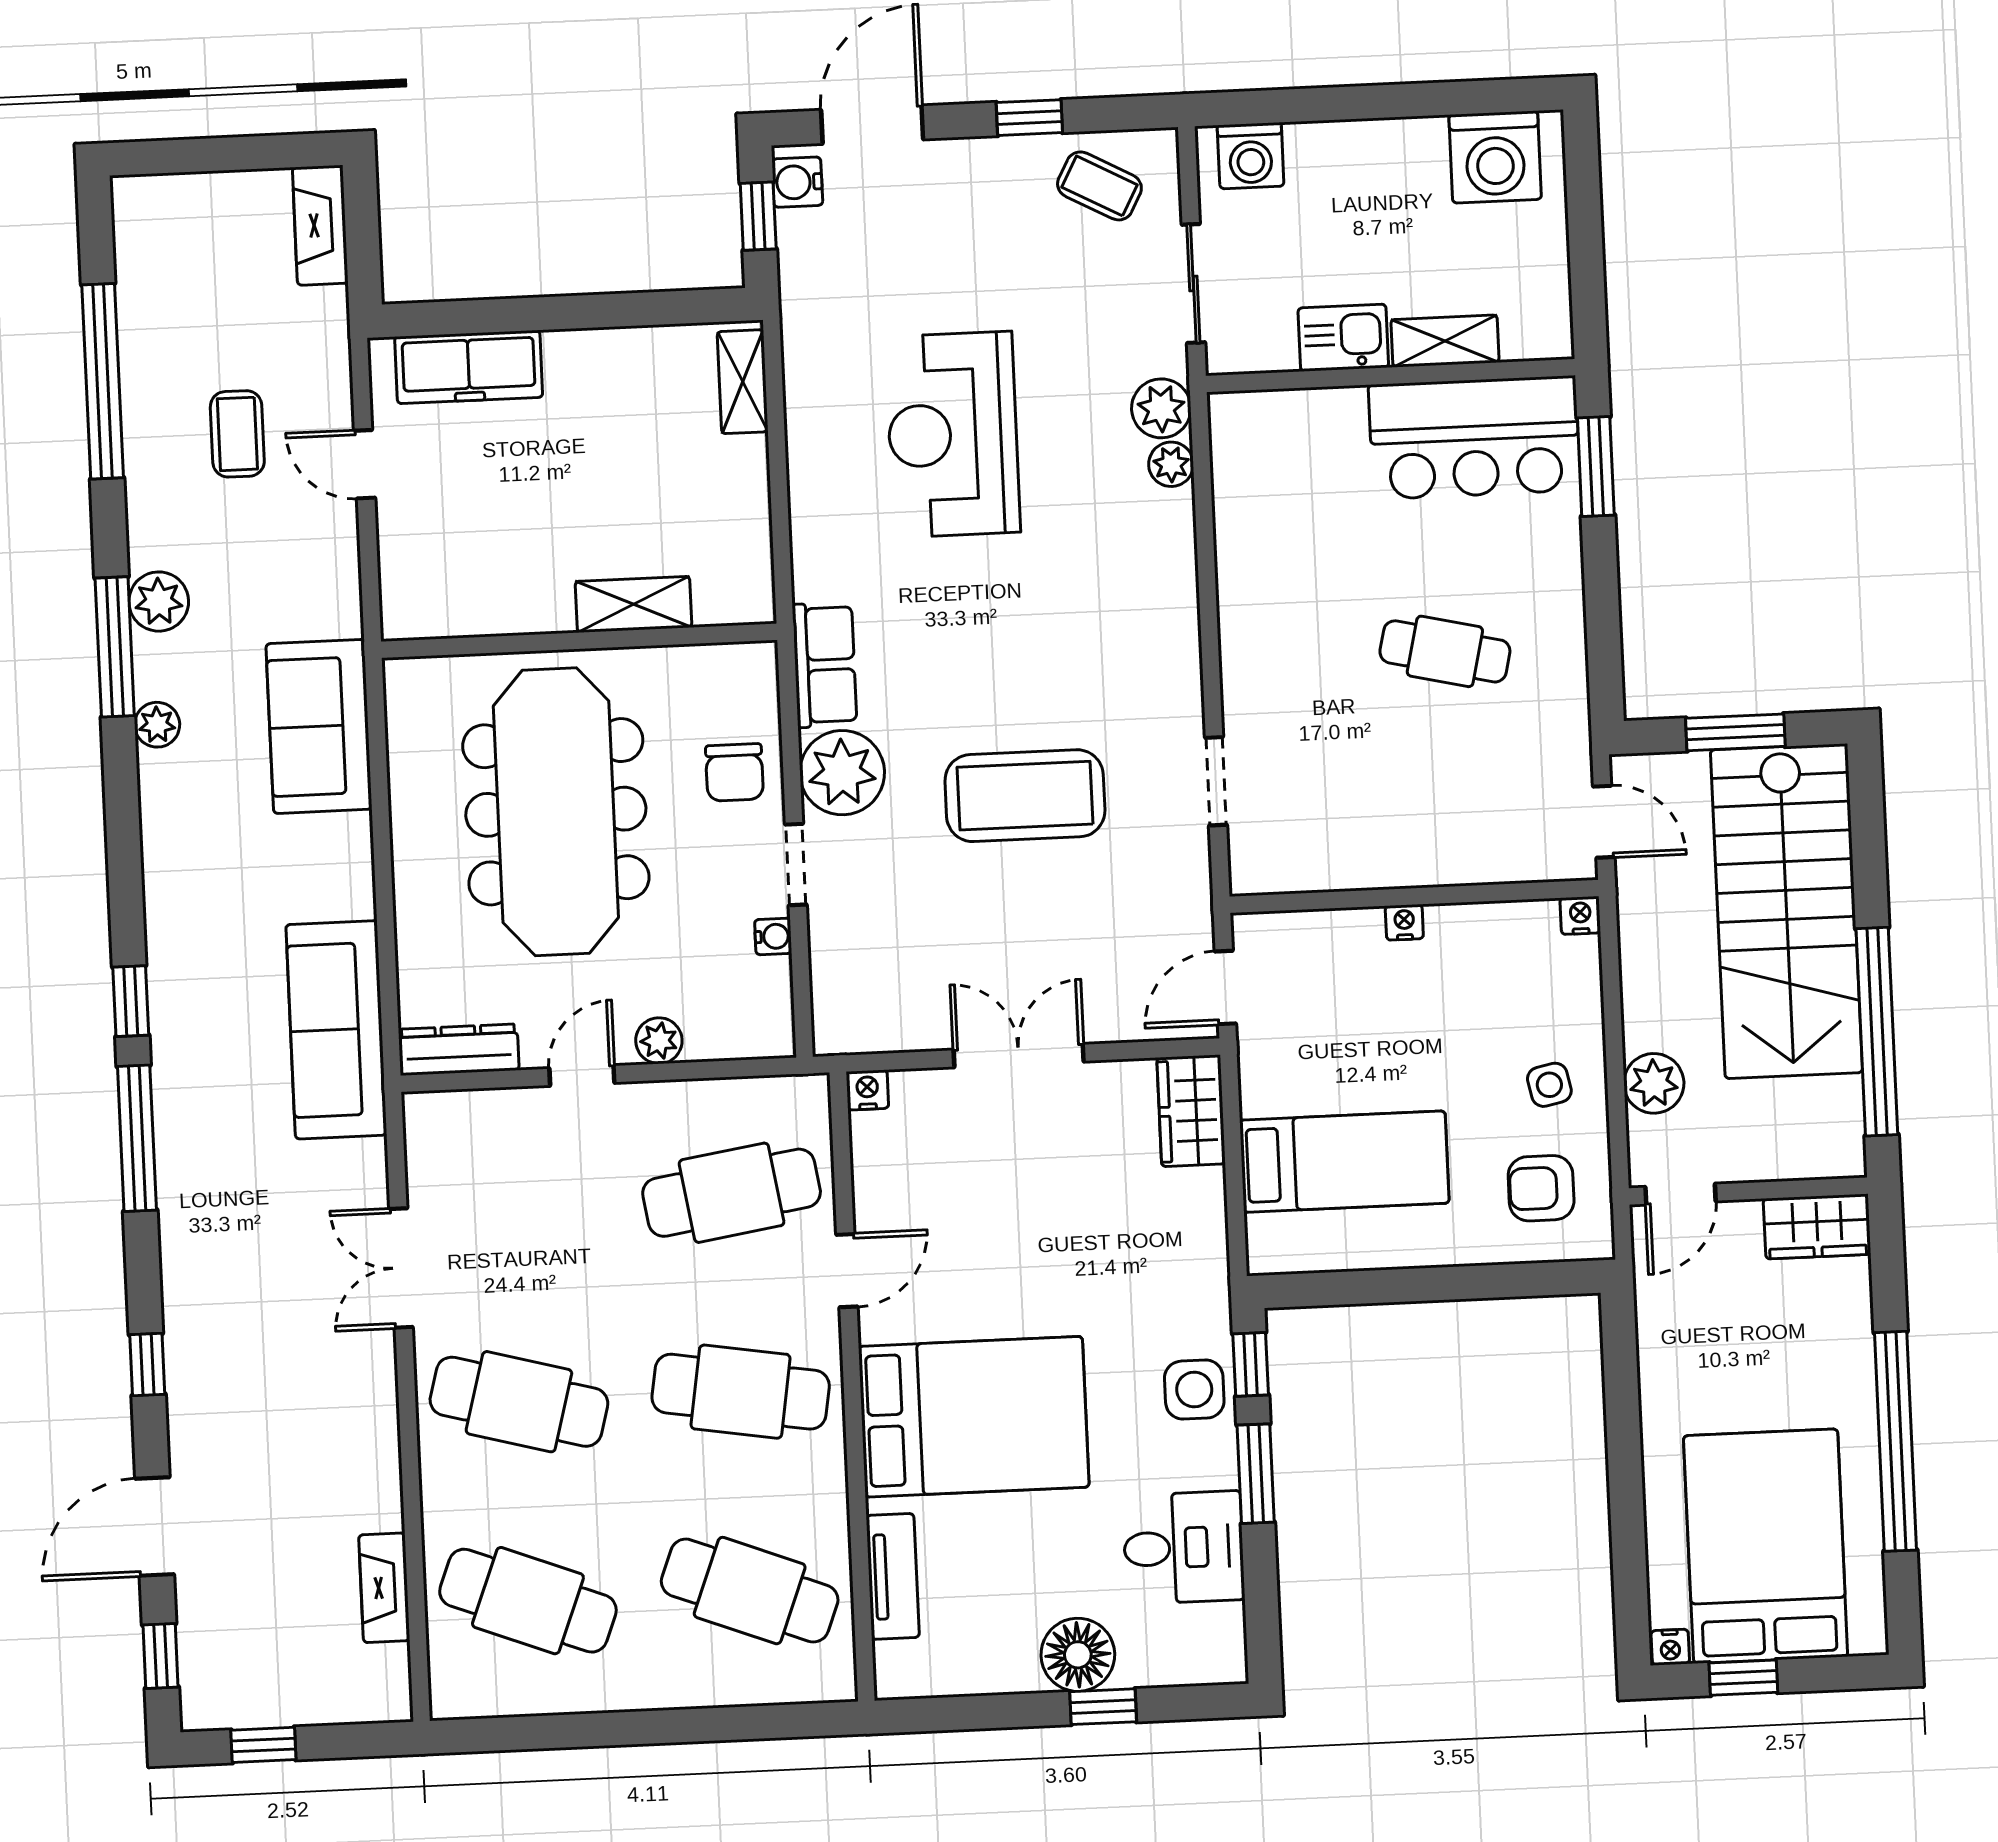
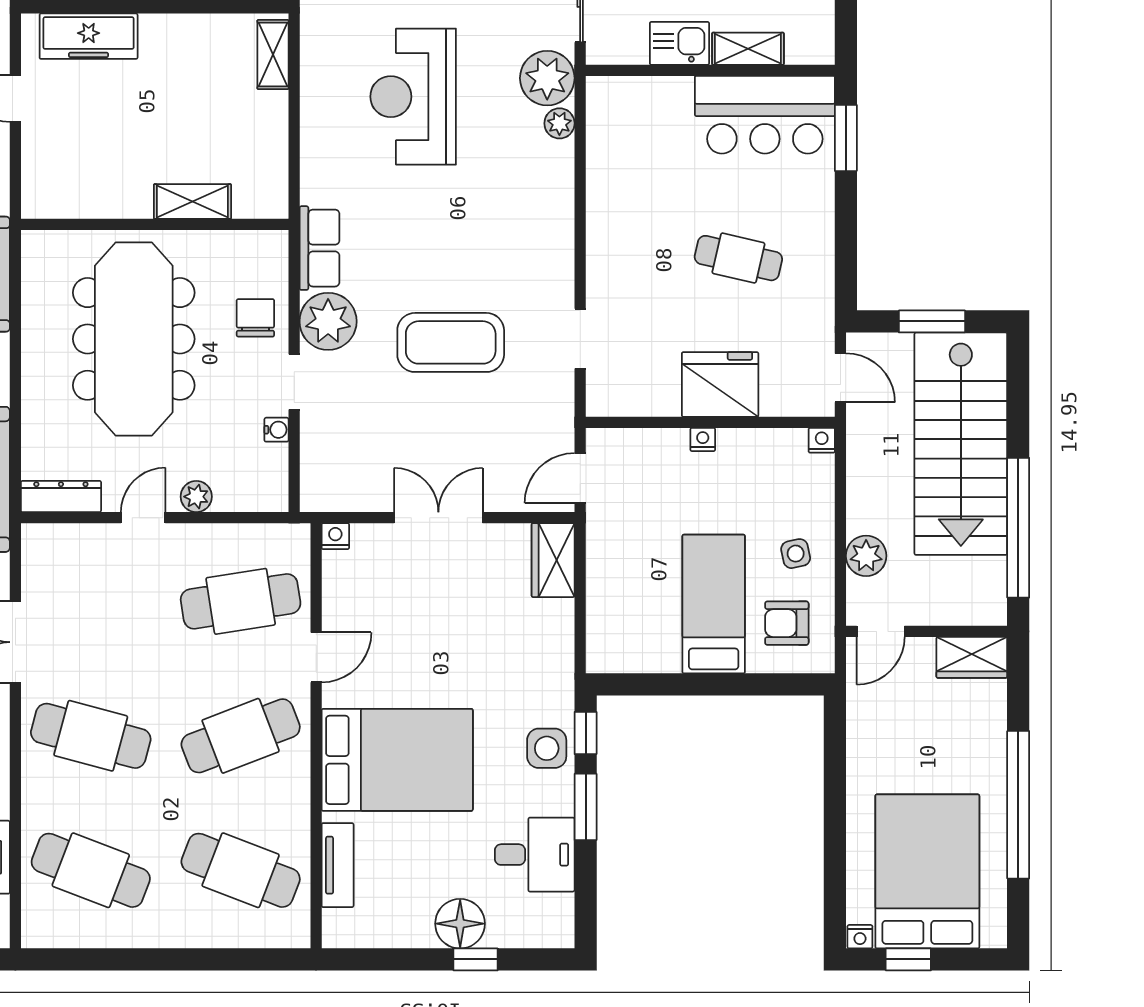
plant: (1161, 408) -> (547, 78), width x1.36, depth x1.36
chair: (734, 772) -> (255, 318), turned 180
fridge: (1426, 840) -> (720, 384), added
bed: (1344, 1162) -> (714, 604), moved, turned -90
cafe table: (741, 1392) -> (241, 736), turned -30

